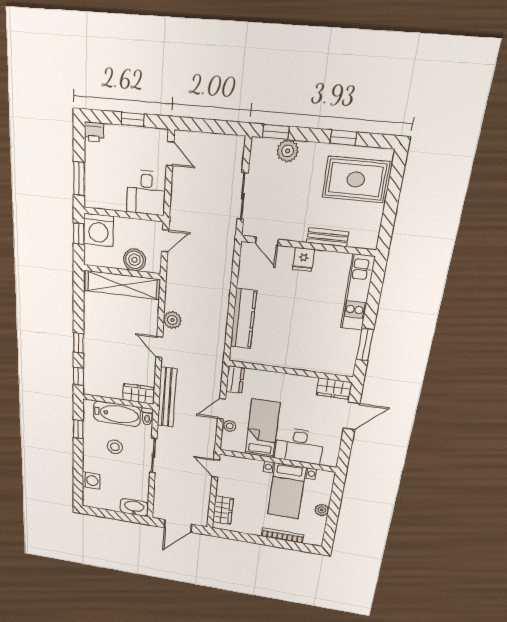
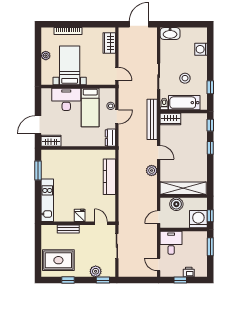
printer: (94, 132) -> (189, 272), moved

